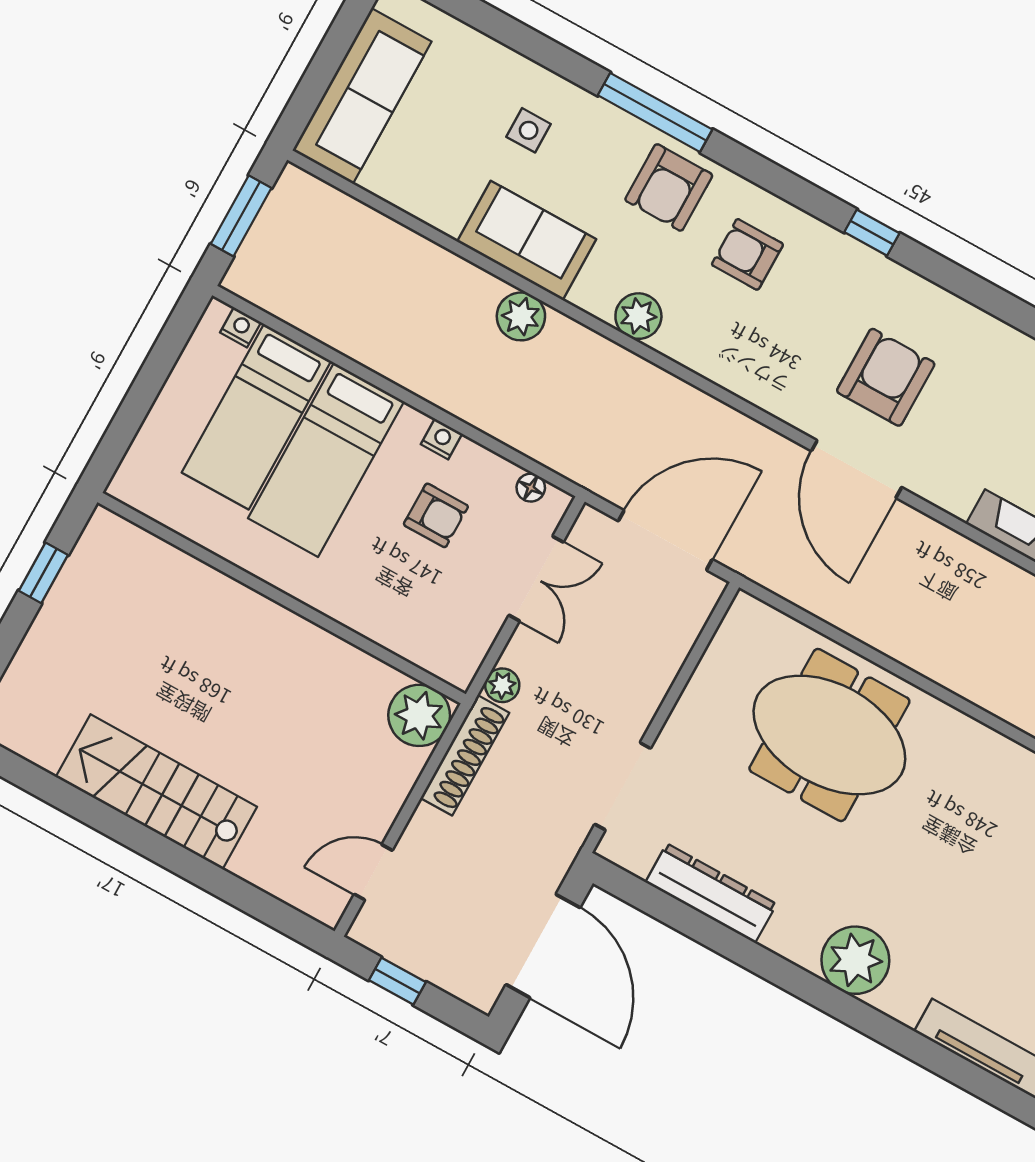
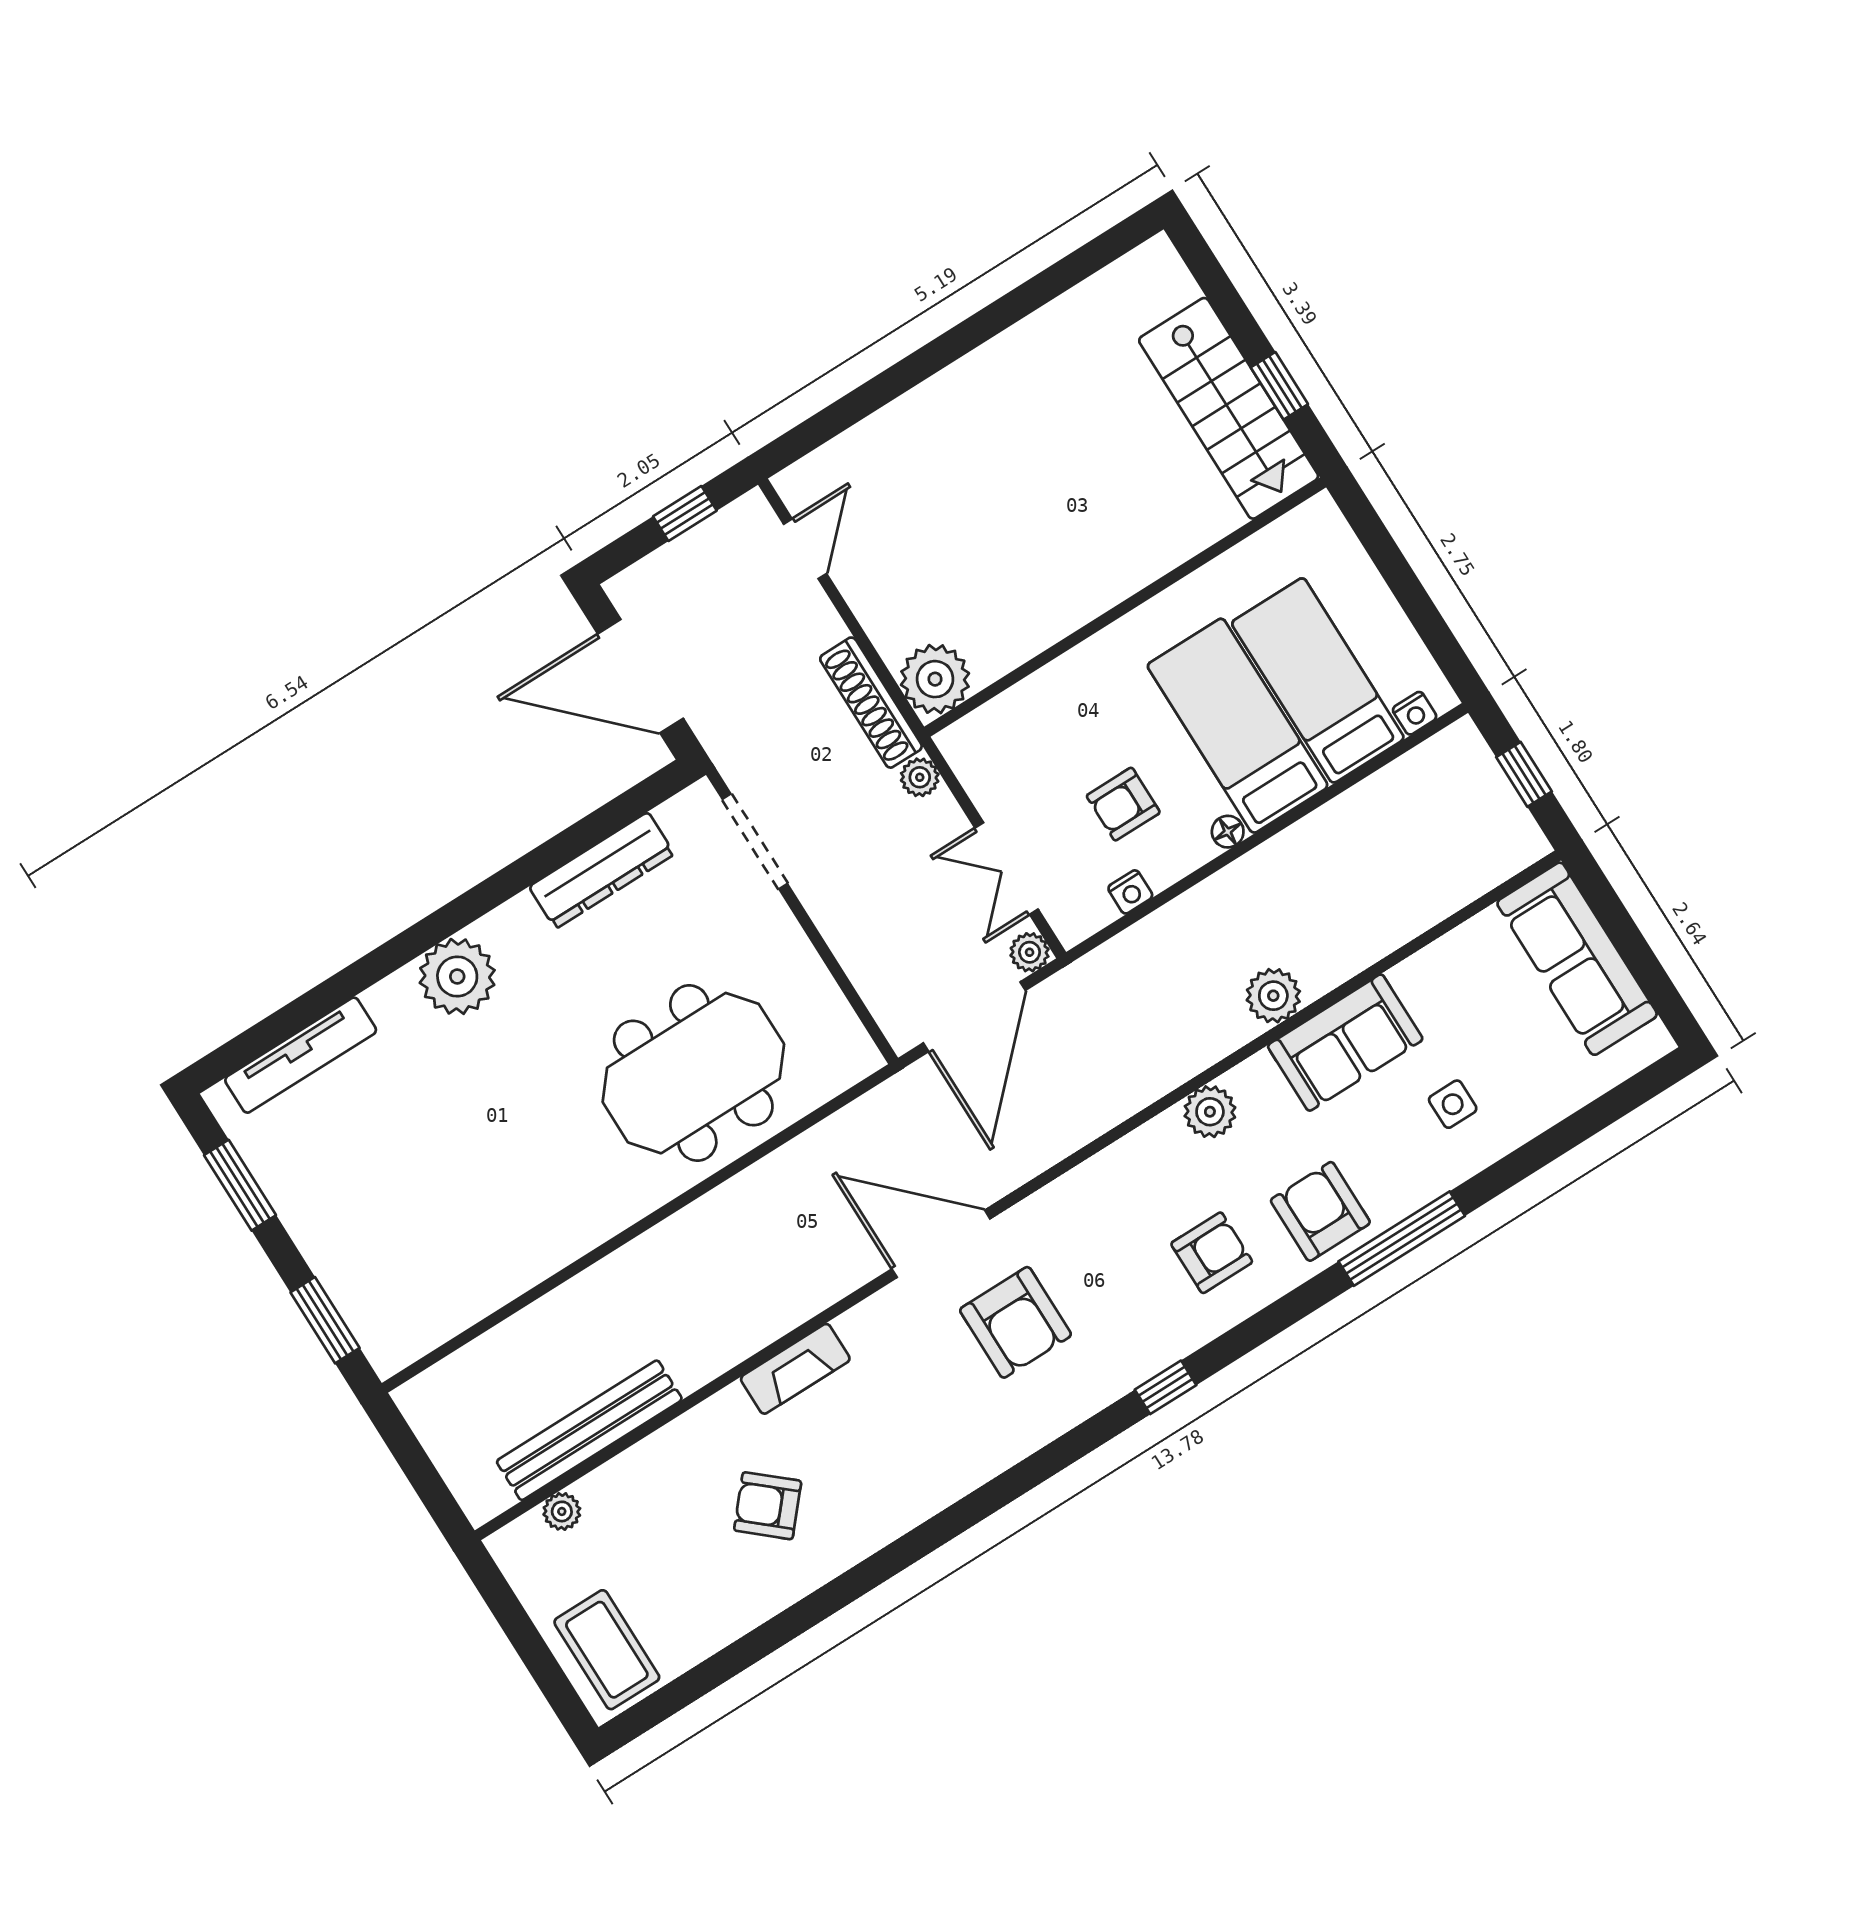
window: (241, 216) -> (1524, 774), width x0.67
nightstand: (442, 439) -> (1130, 892), moved
floor lamp: (531, 488) -> (1228, 832), moved
plant: (591, 525) -> (1030, 952), added
stairs: (156, 792) -> (1229, 408), moved, turned 90

